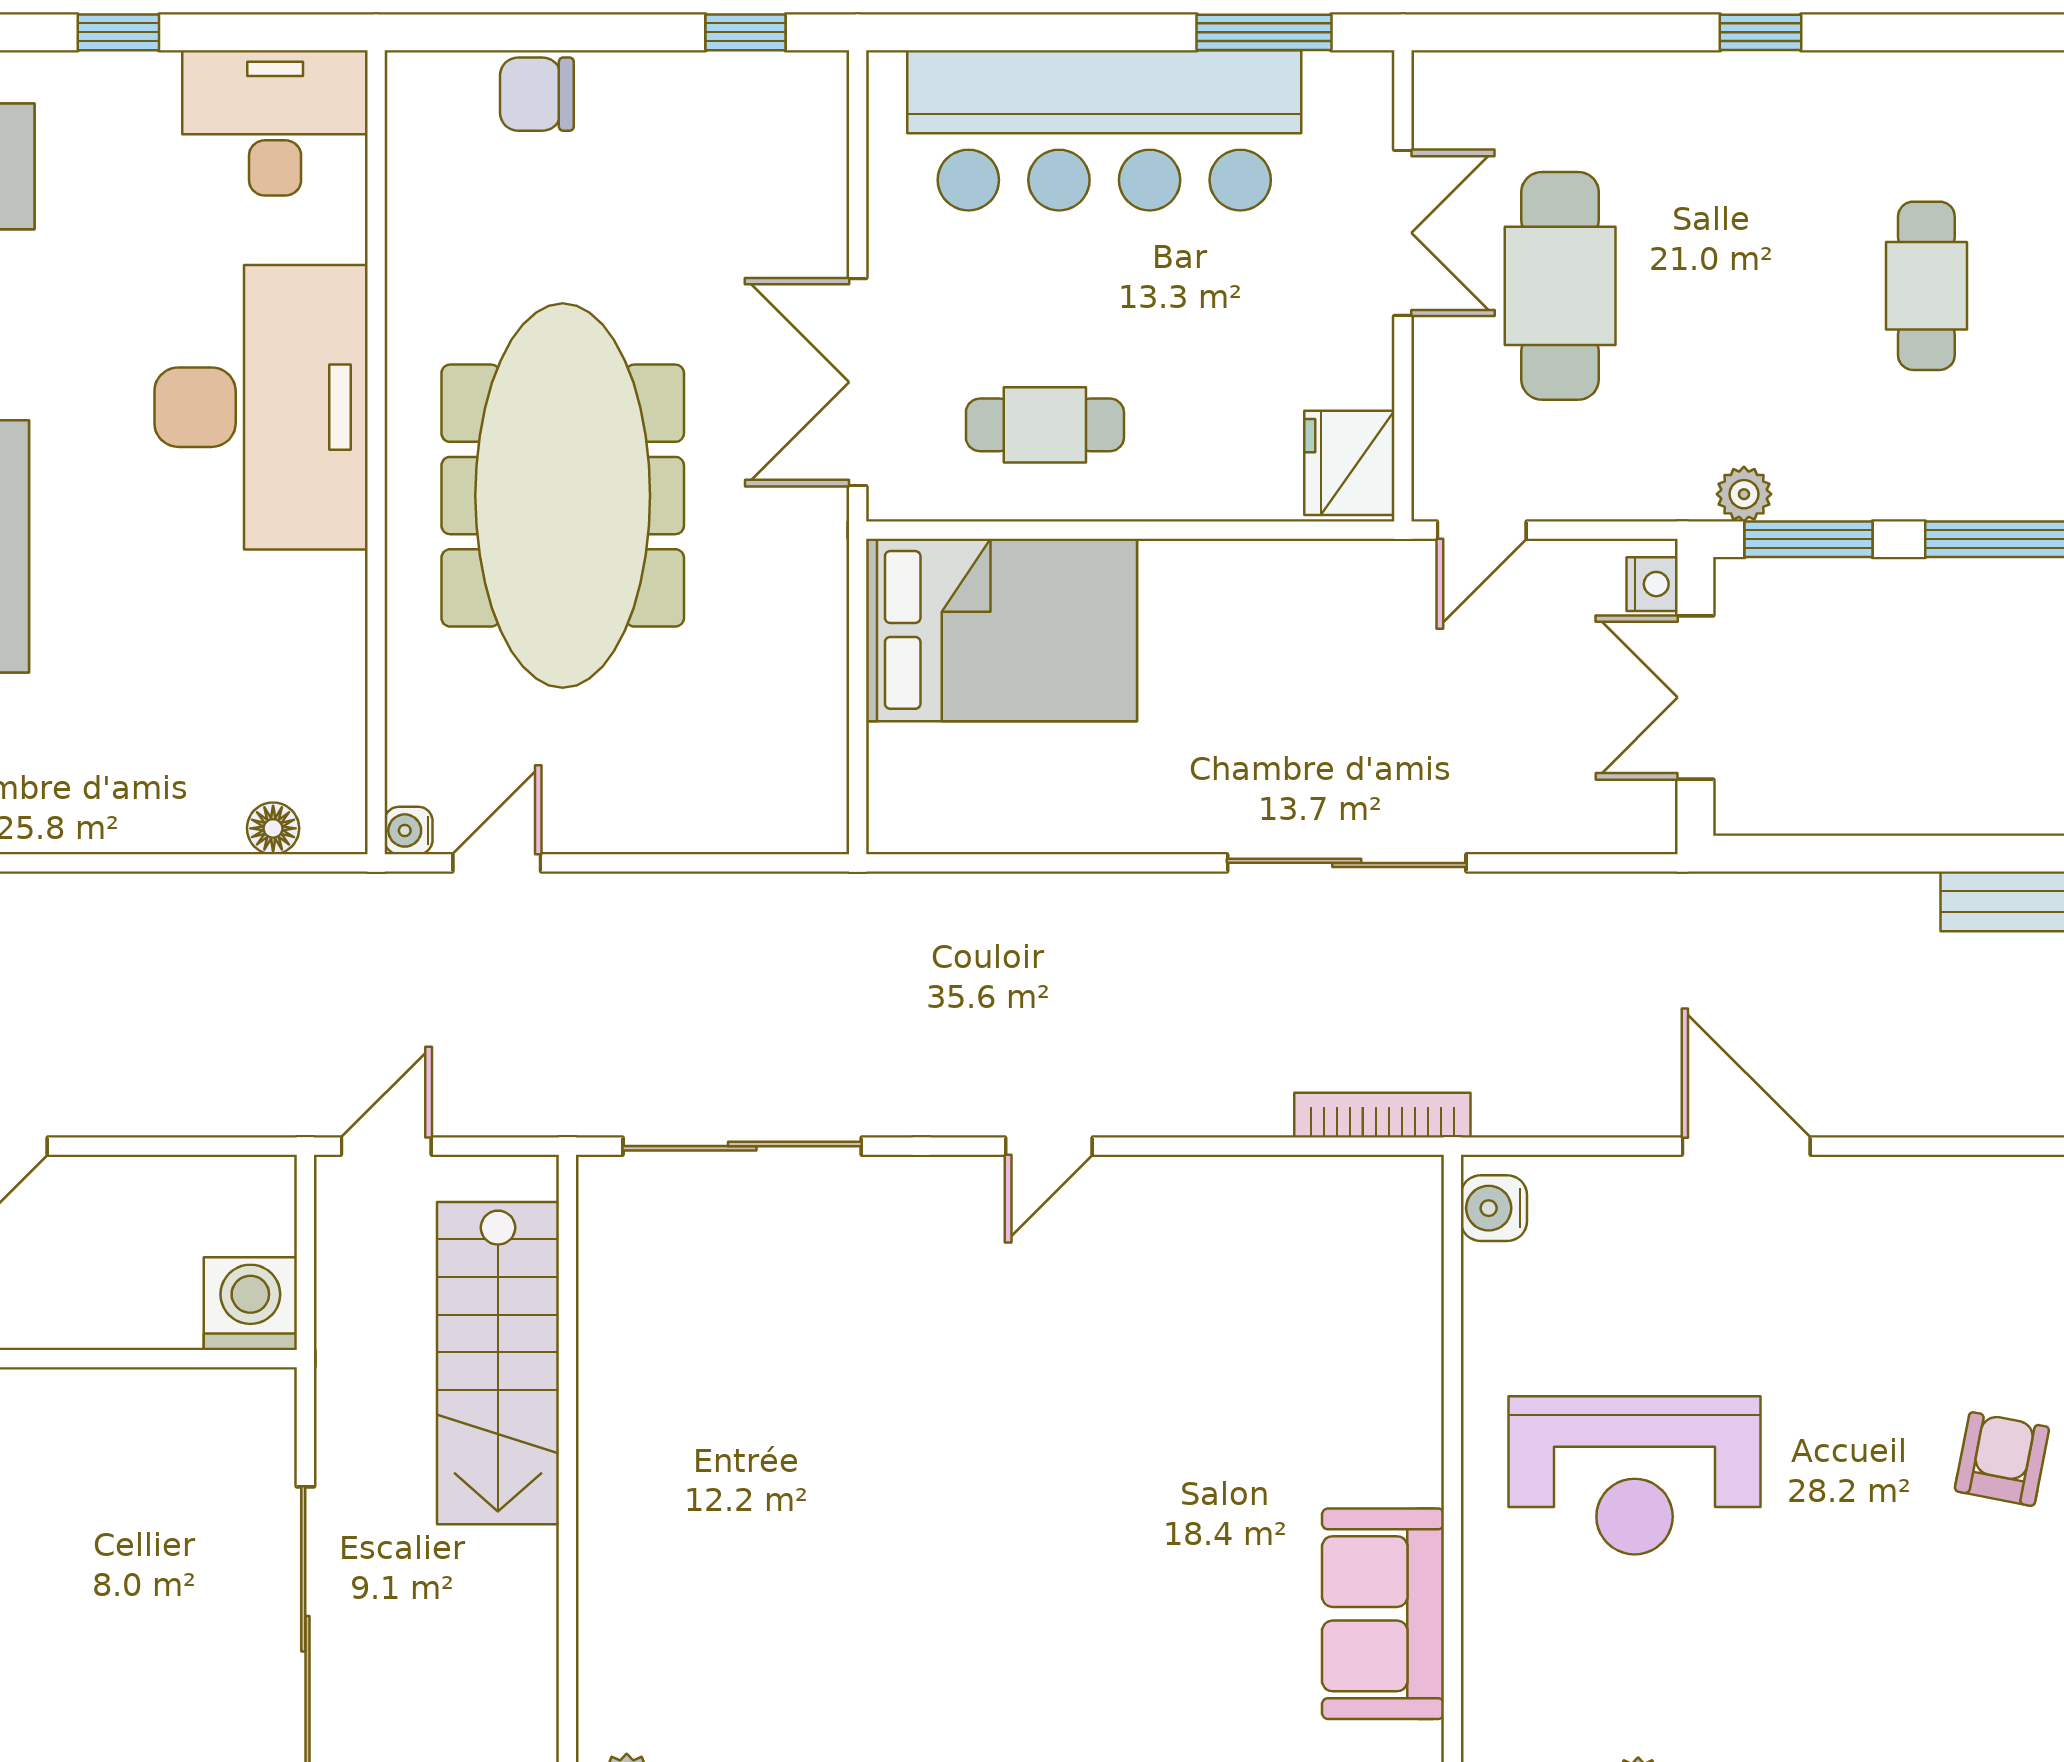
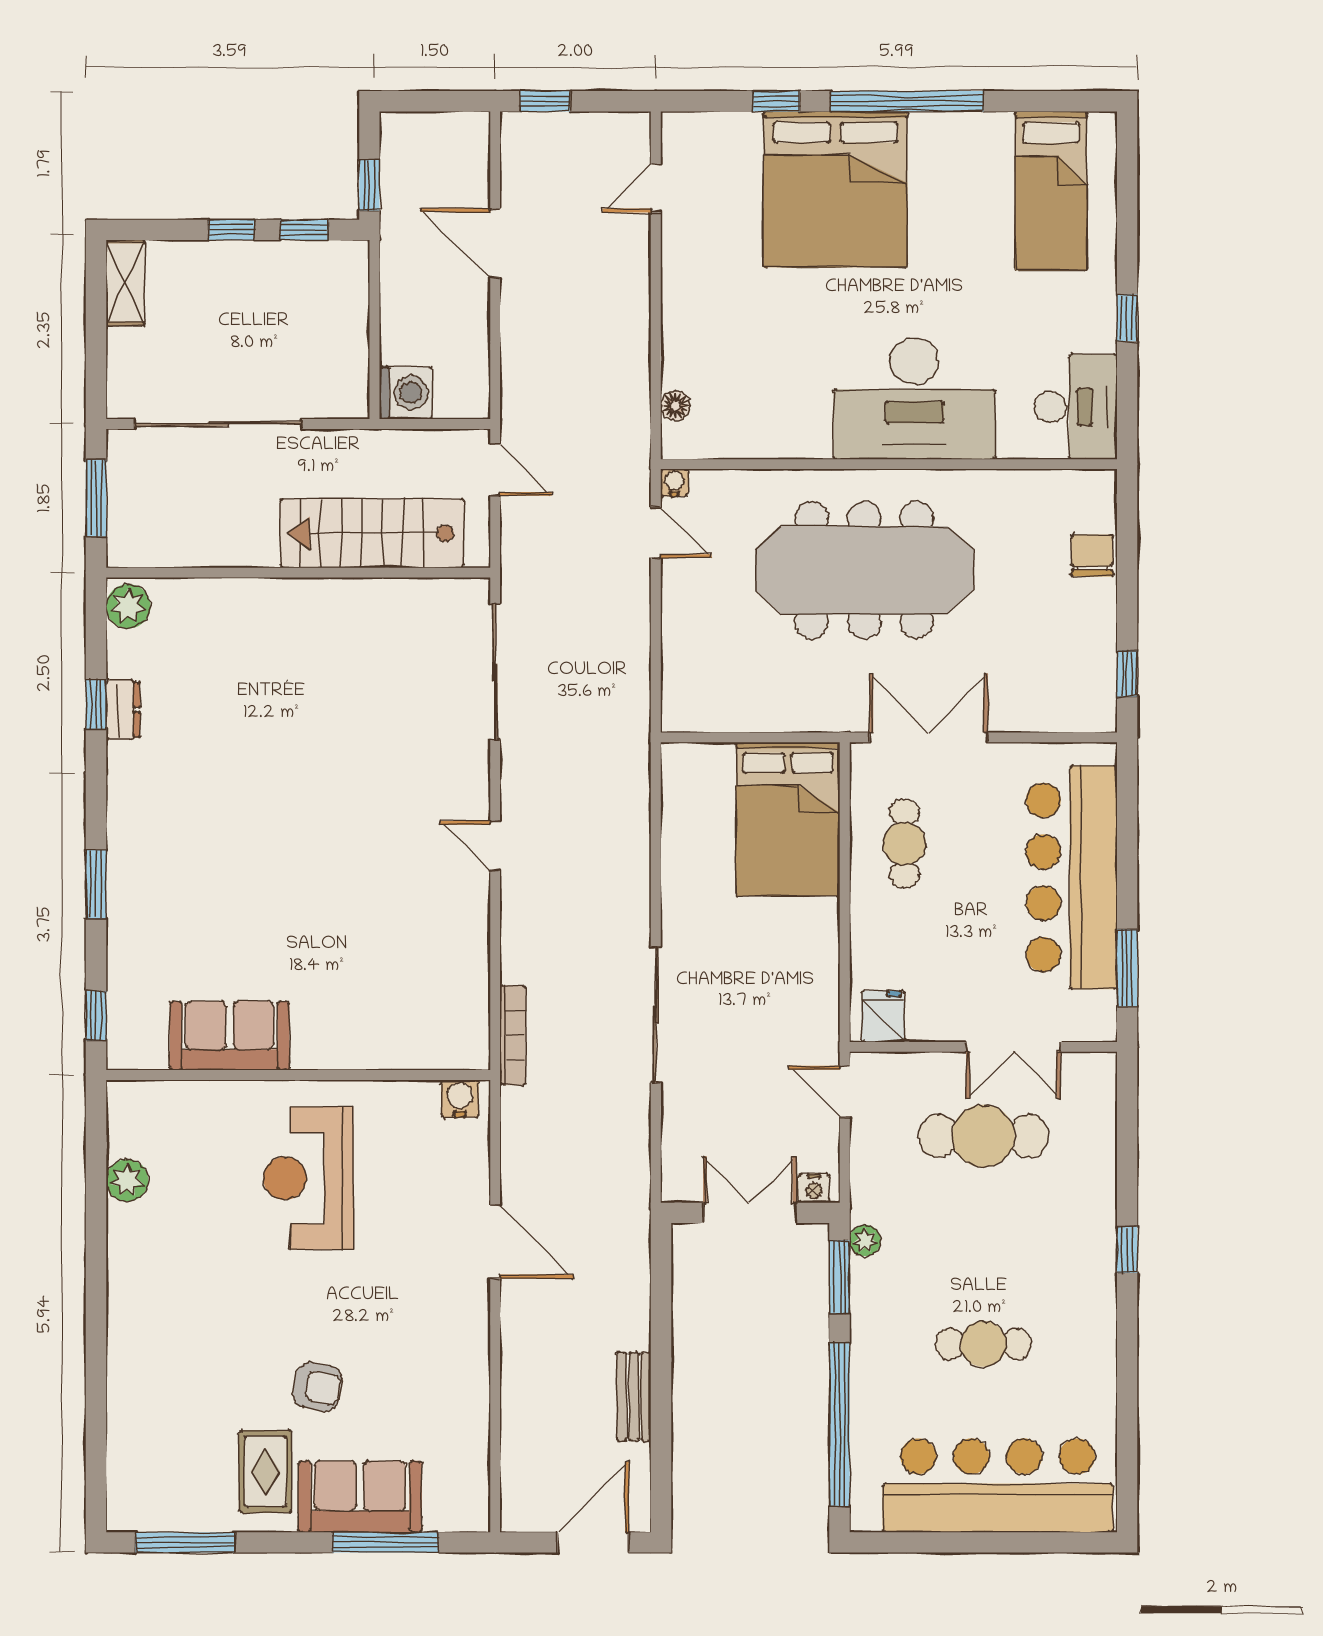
fridge: (1349, 463) -> (883, 1016), width x0.72
door: (1746, 1146) -> (495, 1242), hinge flipped

